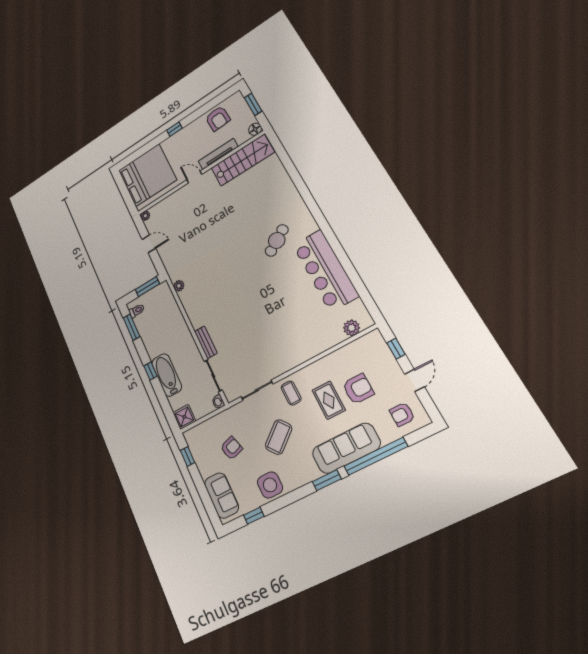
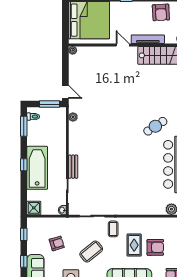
door: (149, 244) -> (65, 92), moved
bathtub: (167, 375) -> (37, 168), width x1.36, depth x1.36
window: (203, 492) -> (24, 261), added

